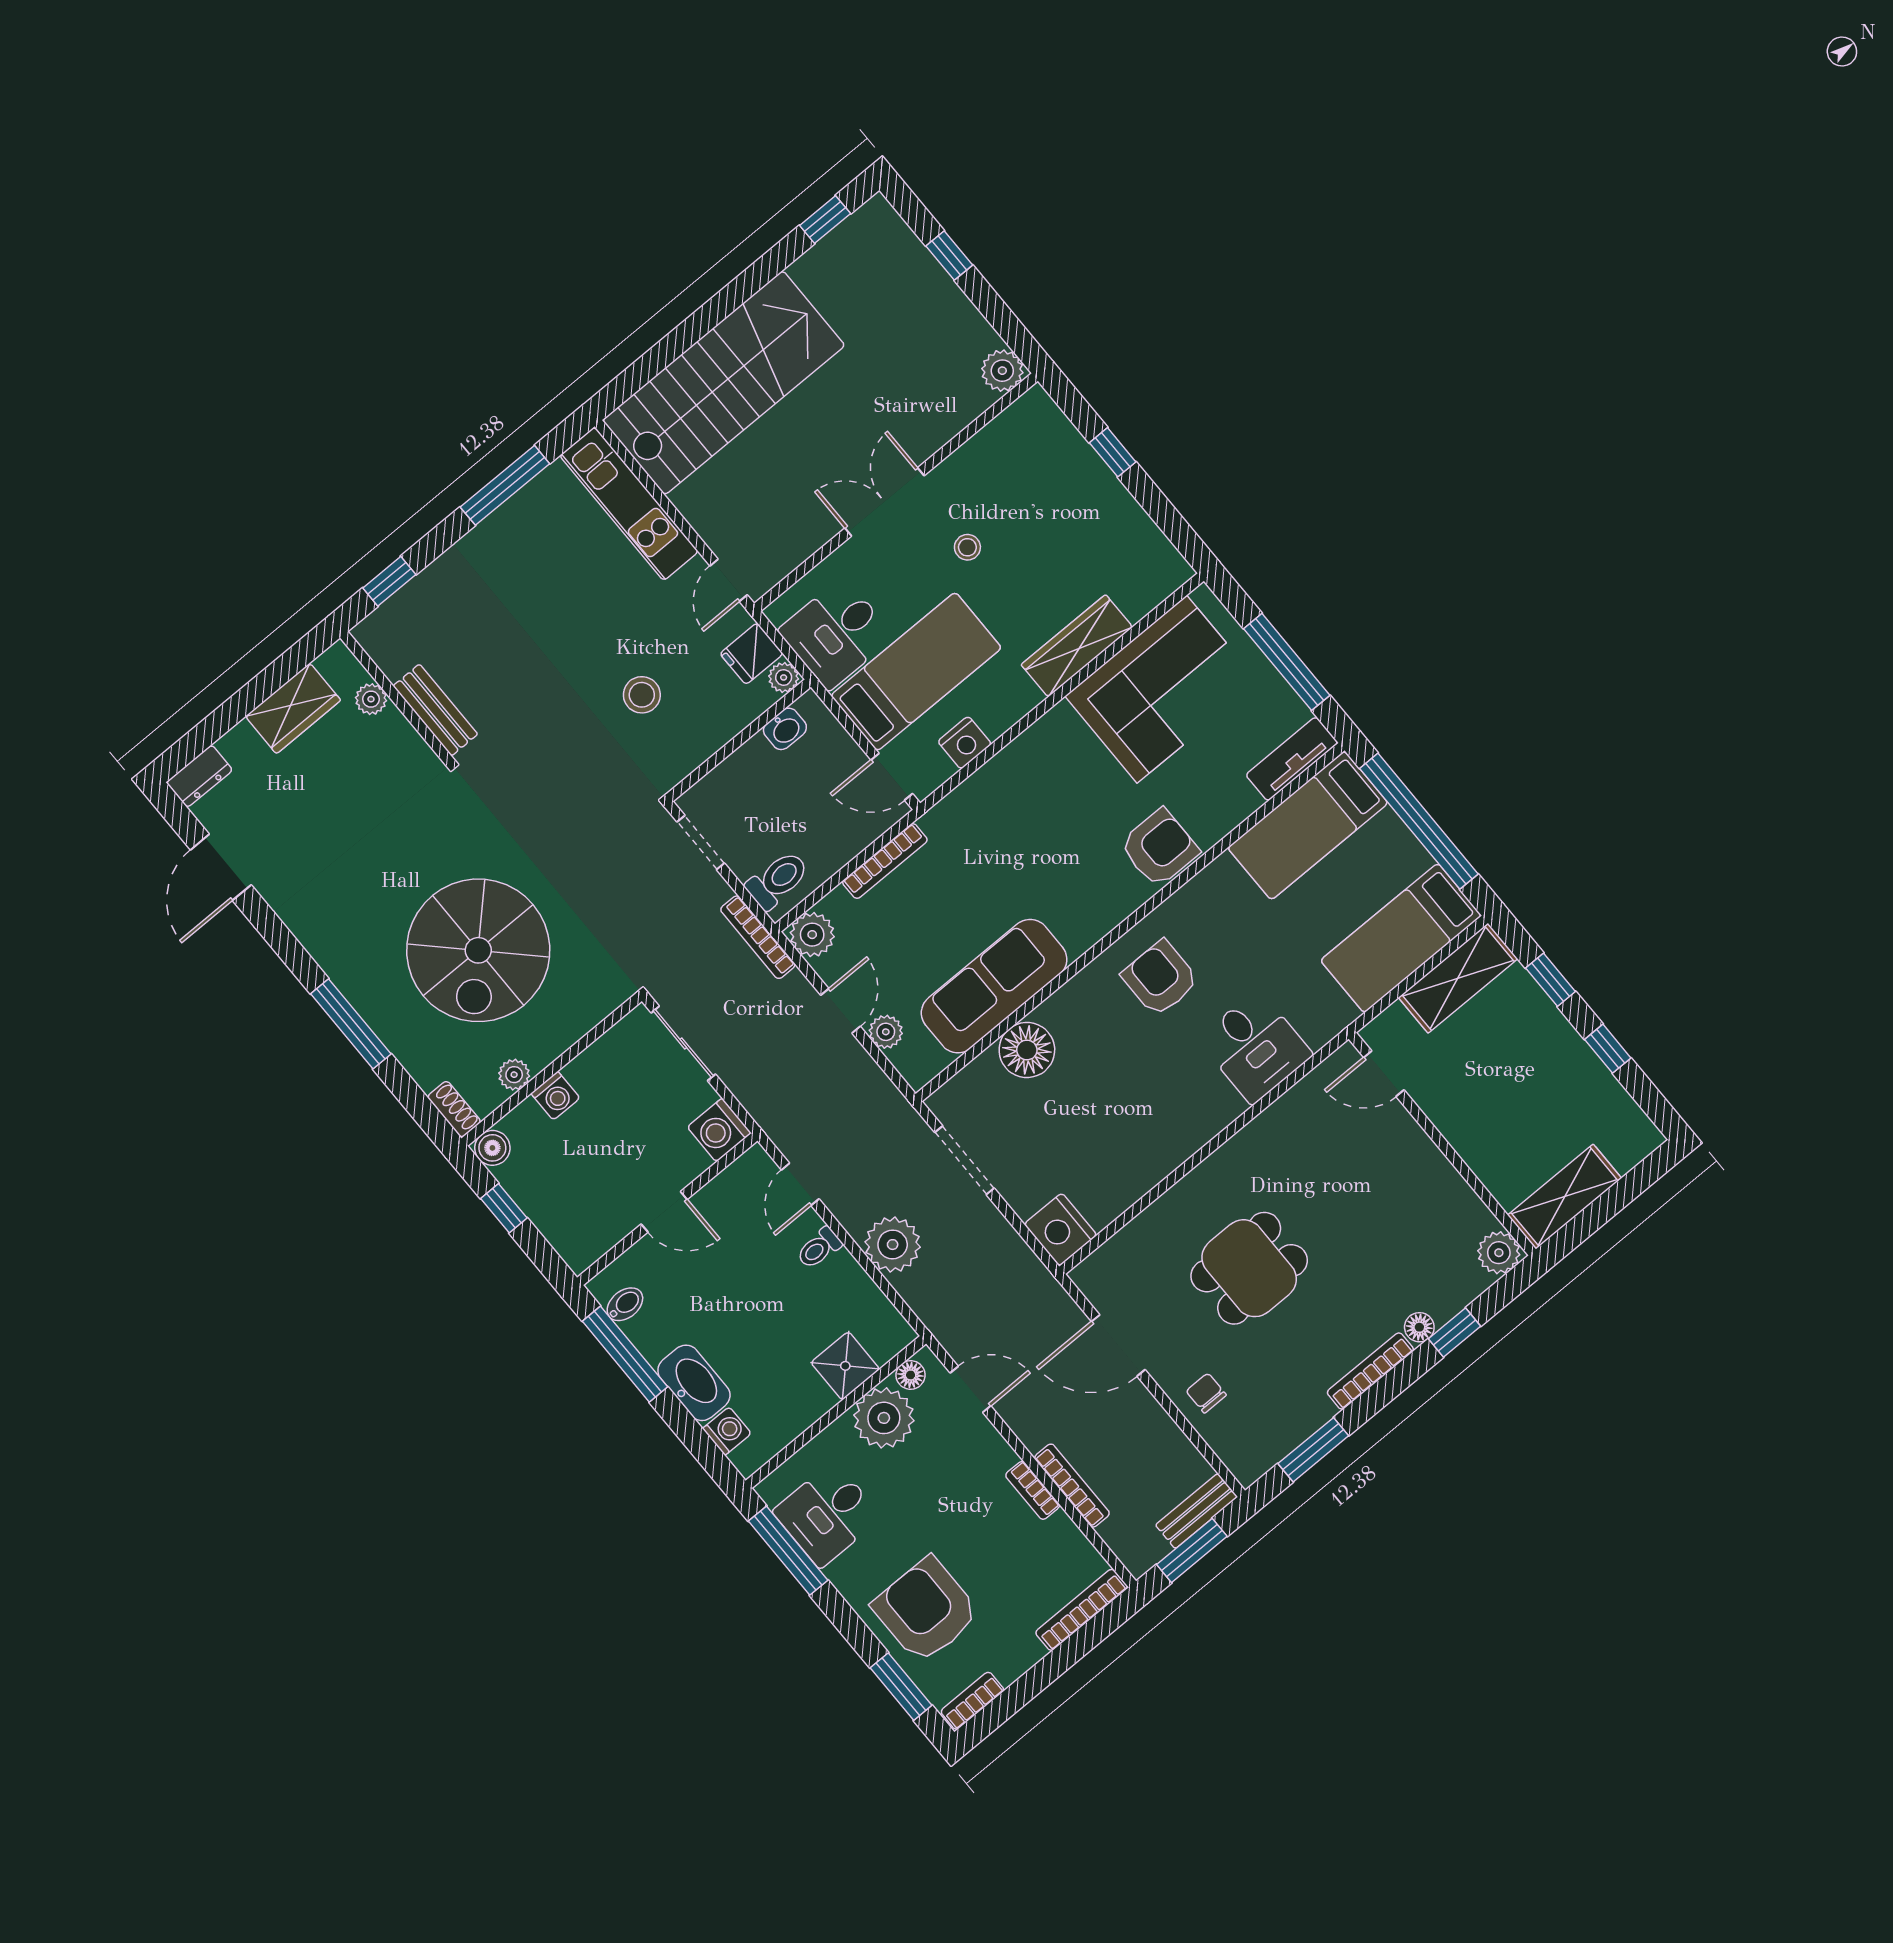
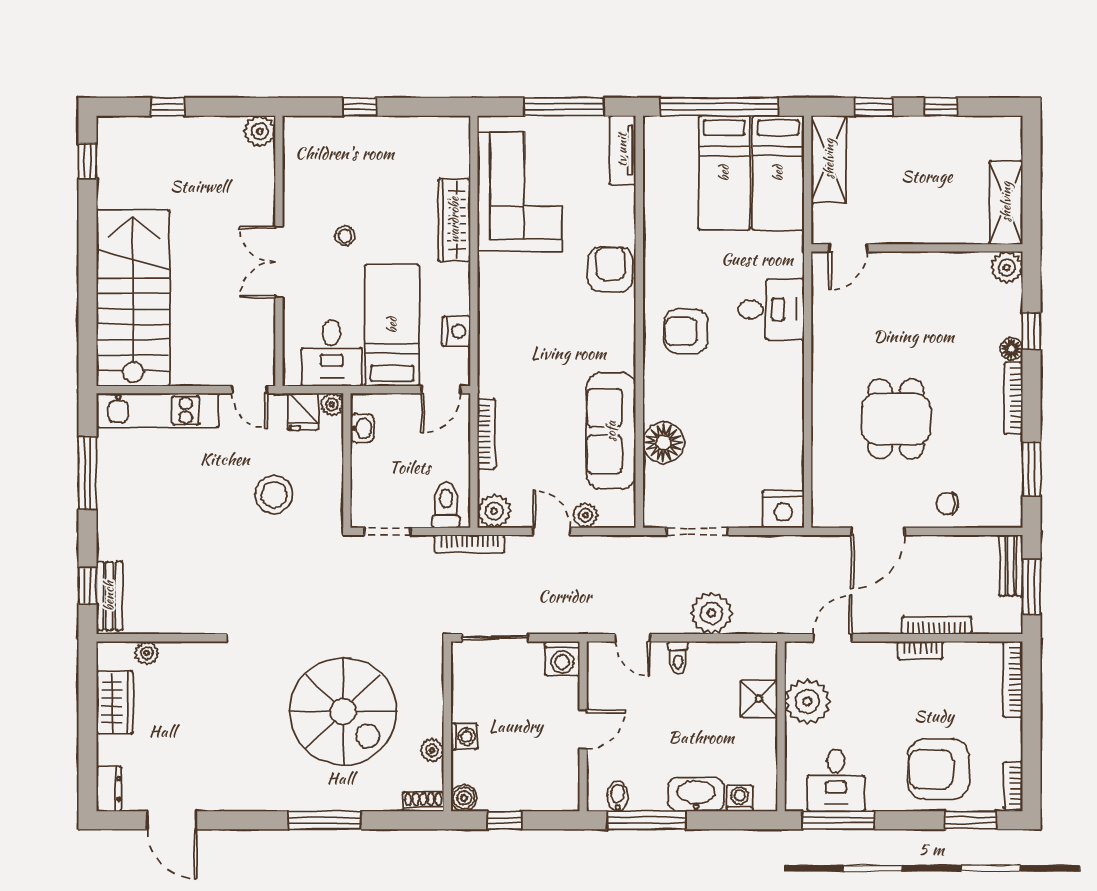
stool: (642, 695) -> (274, 495), width x1.38, depth x1.38
bench: (435, 710) -> (109, 596), moved, turned 90
bed: (1308, 825) -> (724, 173), moved
floor lamp: (911, 1375) -> (795, 665), removed

